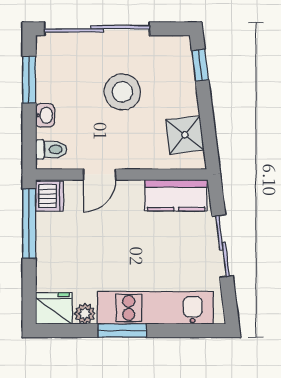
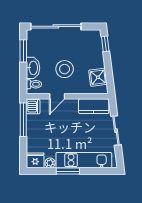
stool: (122, 92) -> (65, 69), moved
washbasin: (45, 115) -> (33, 68), width x1.91, depth x1.45

